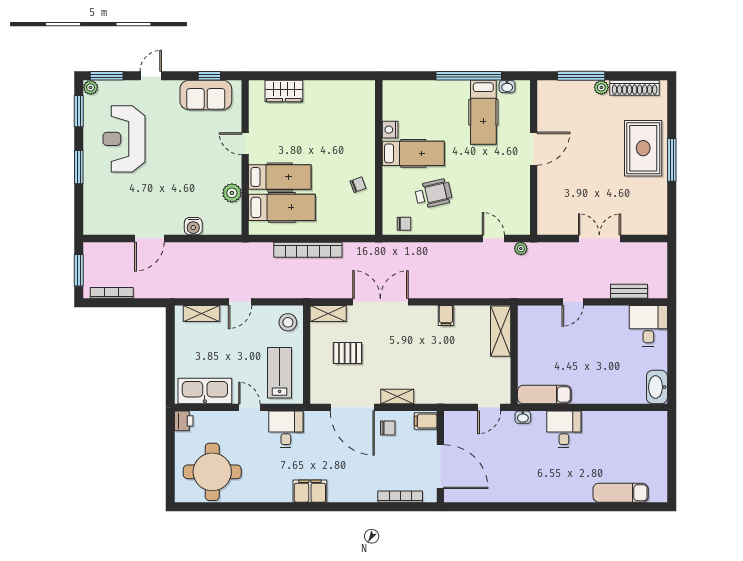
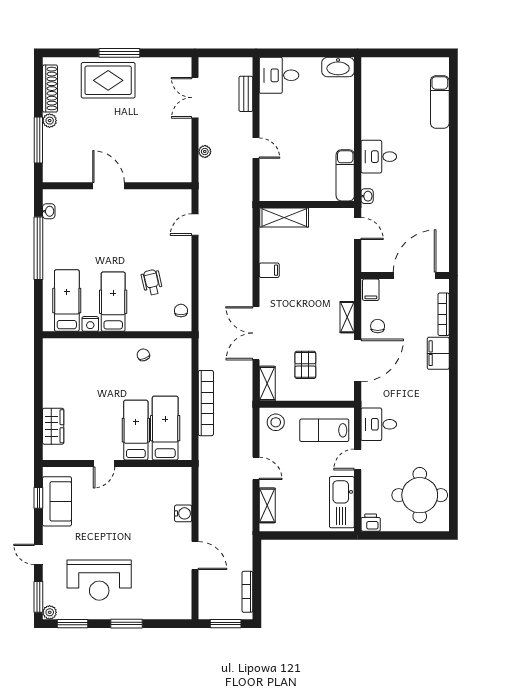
hospital bed: (483, 112) -> (67, 301), moved, turned -90
plant: (232, 193) -> (151, 476), removed
wheelchair: (433, 194) -> (152, 282), width x0.73, depth x0.73
double door: (599, 238) -> (195, 98), moved
plant: (521, 249) -> (205, 152), moved
filing cabinet: (310, 491) -> (438, 353), moved

